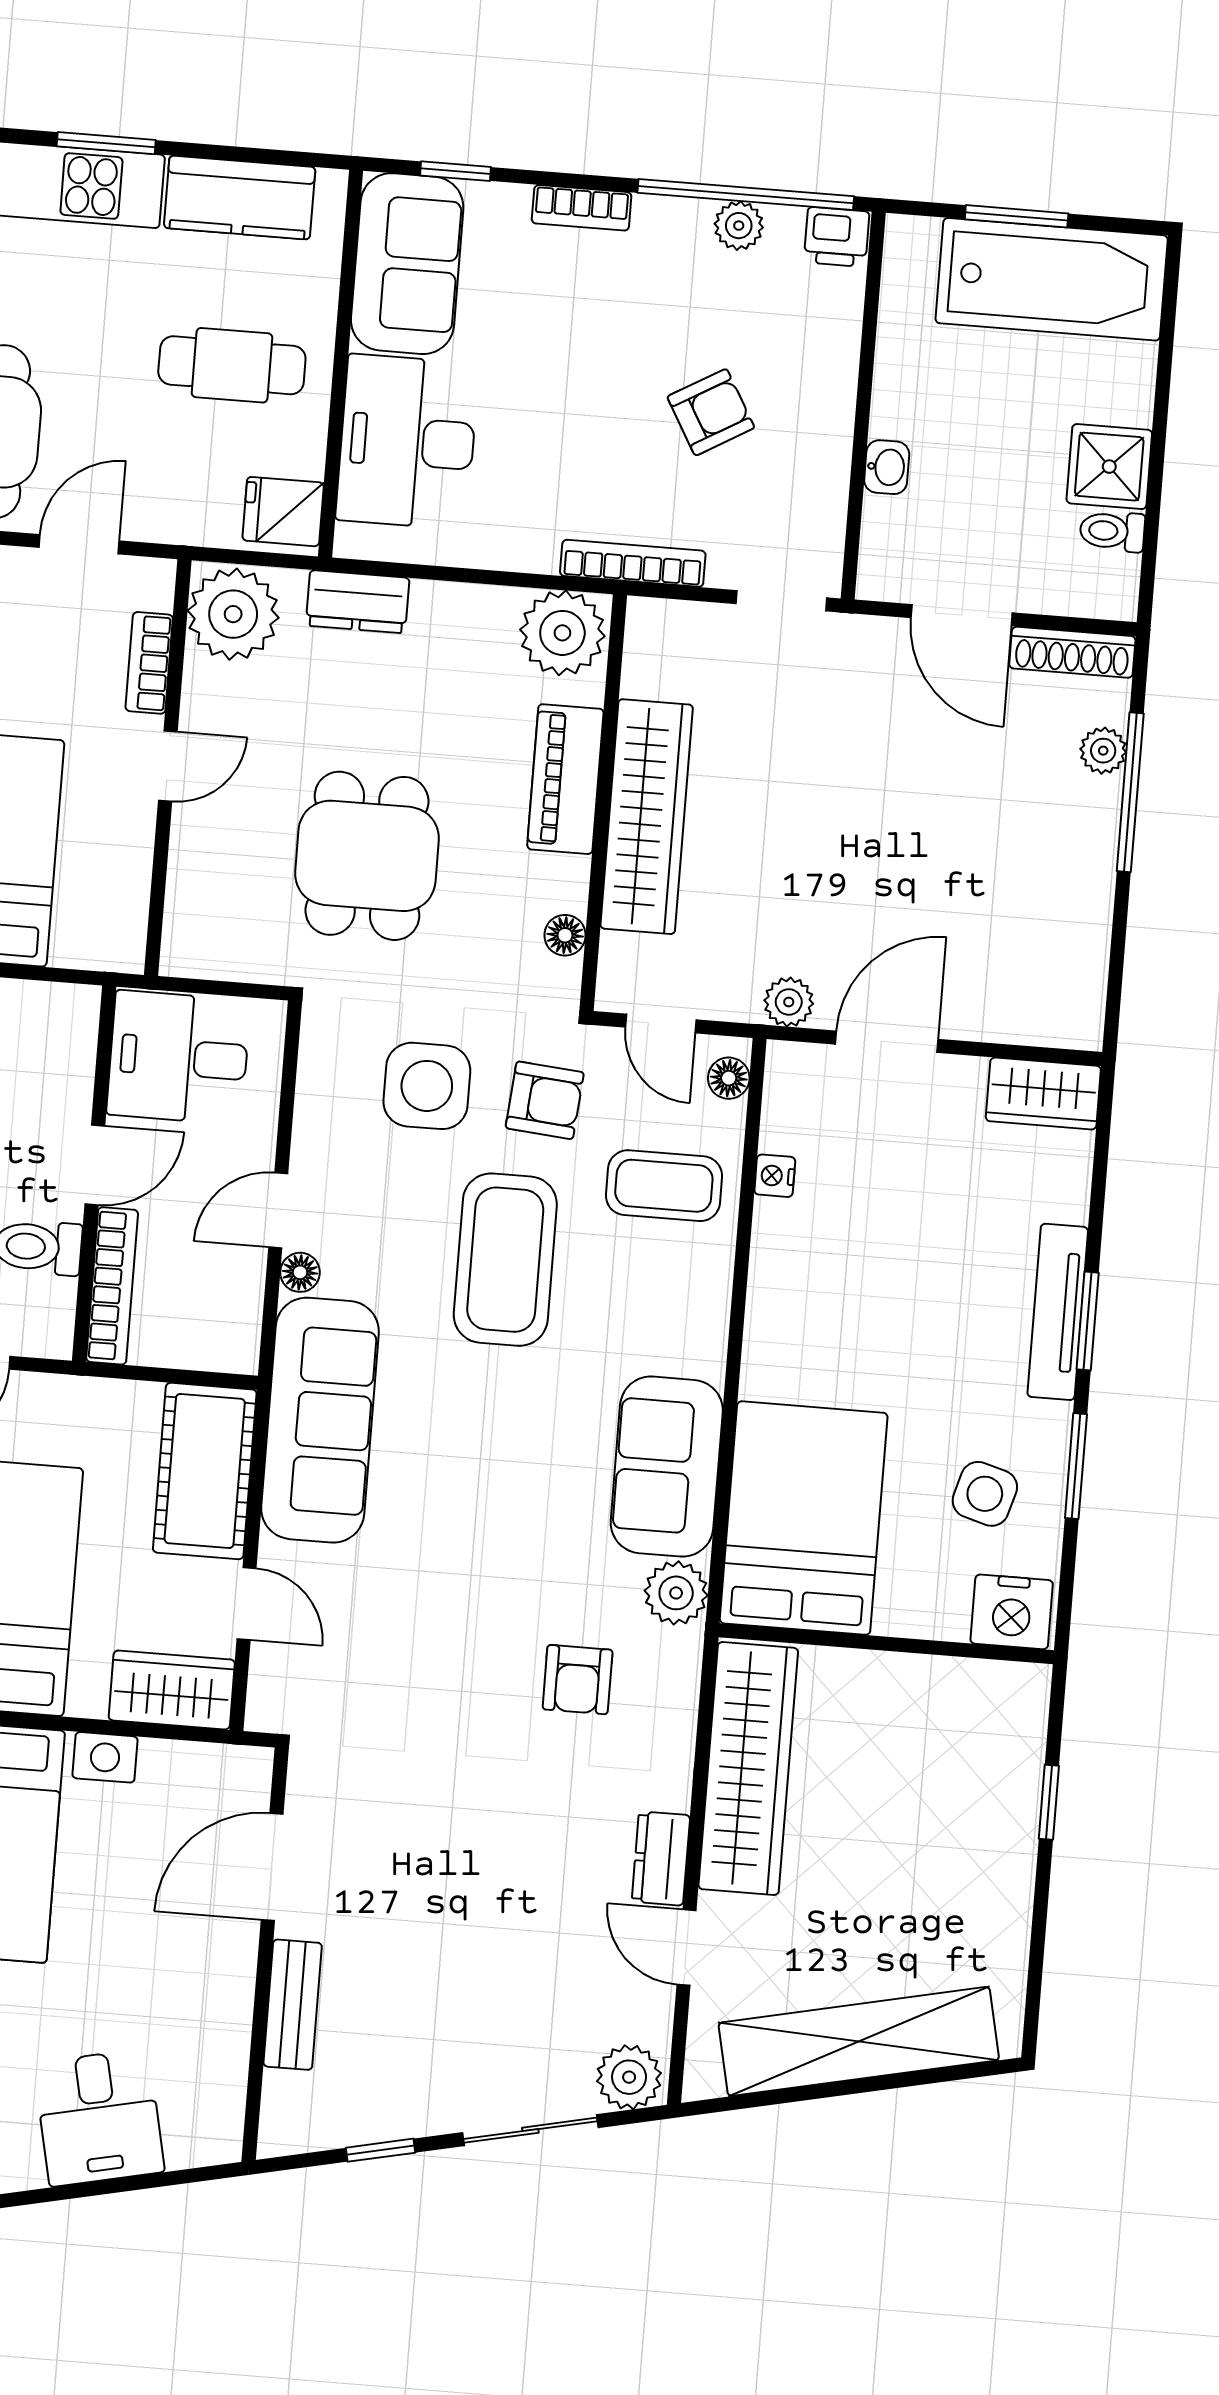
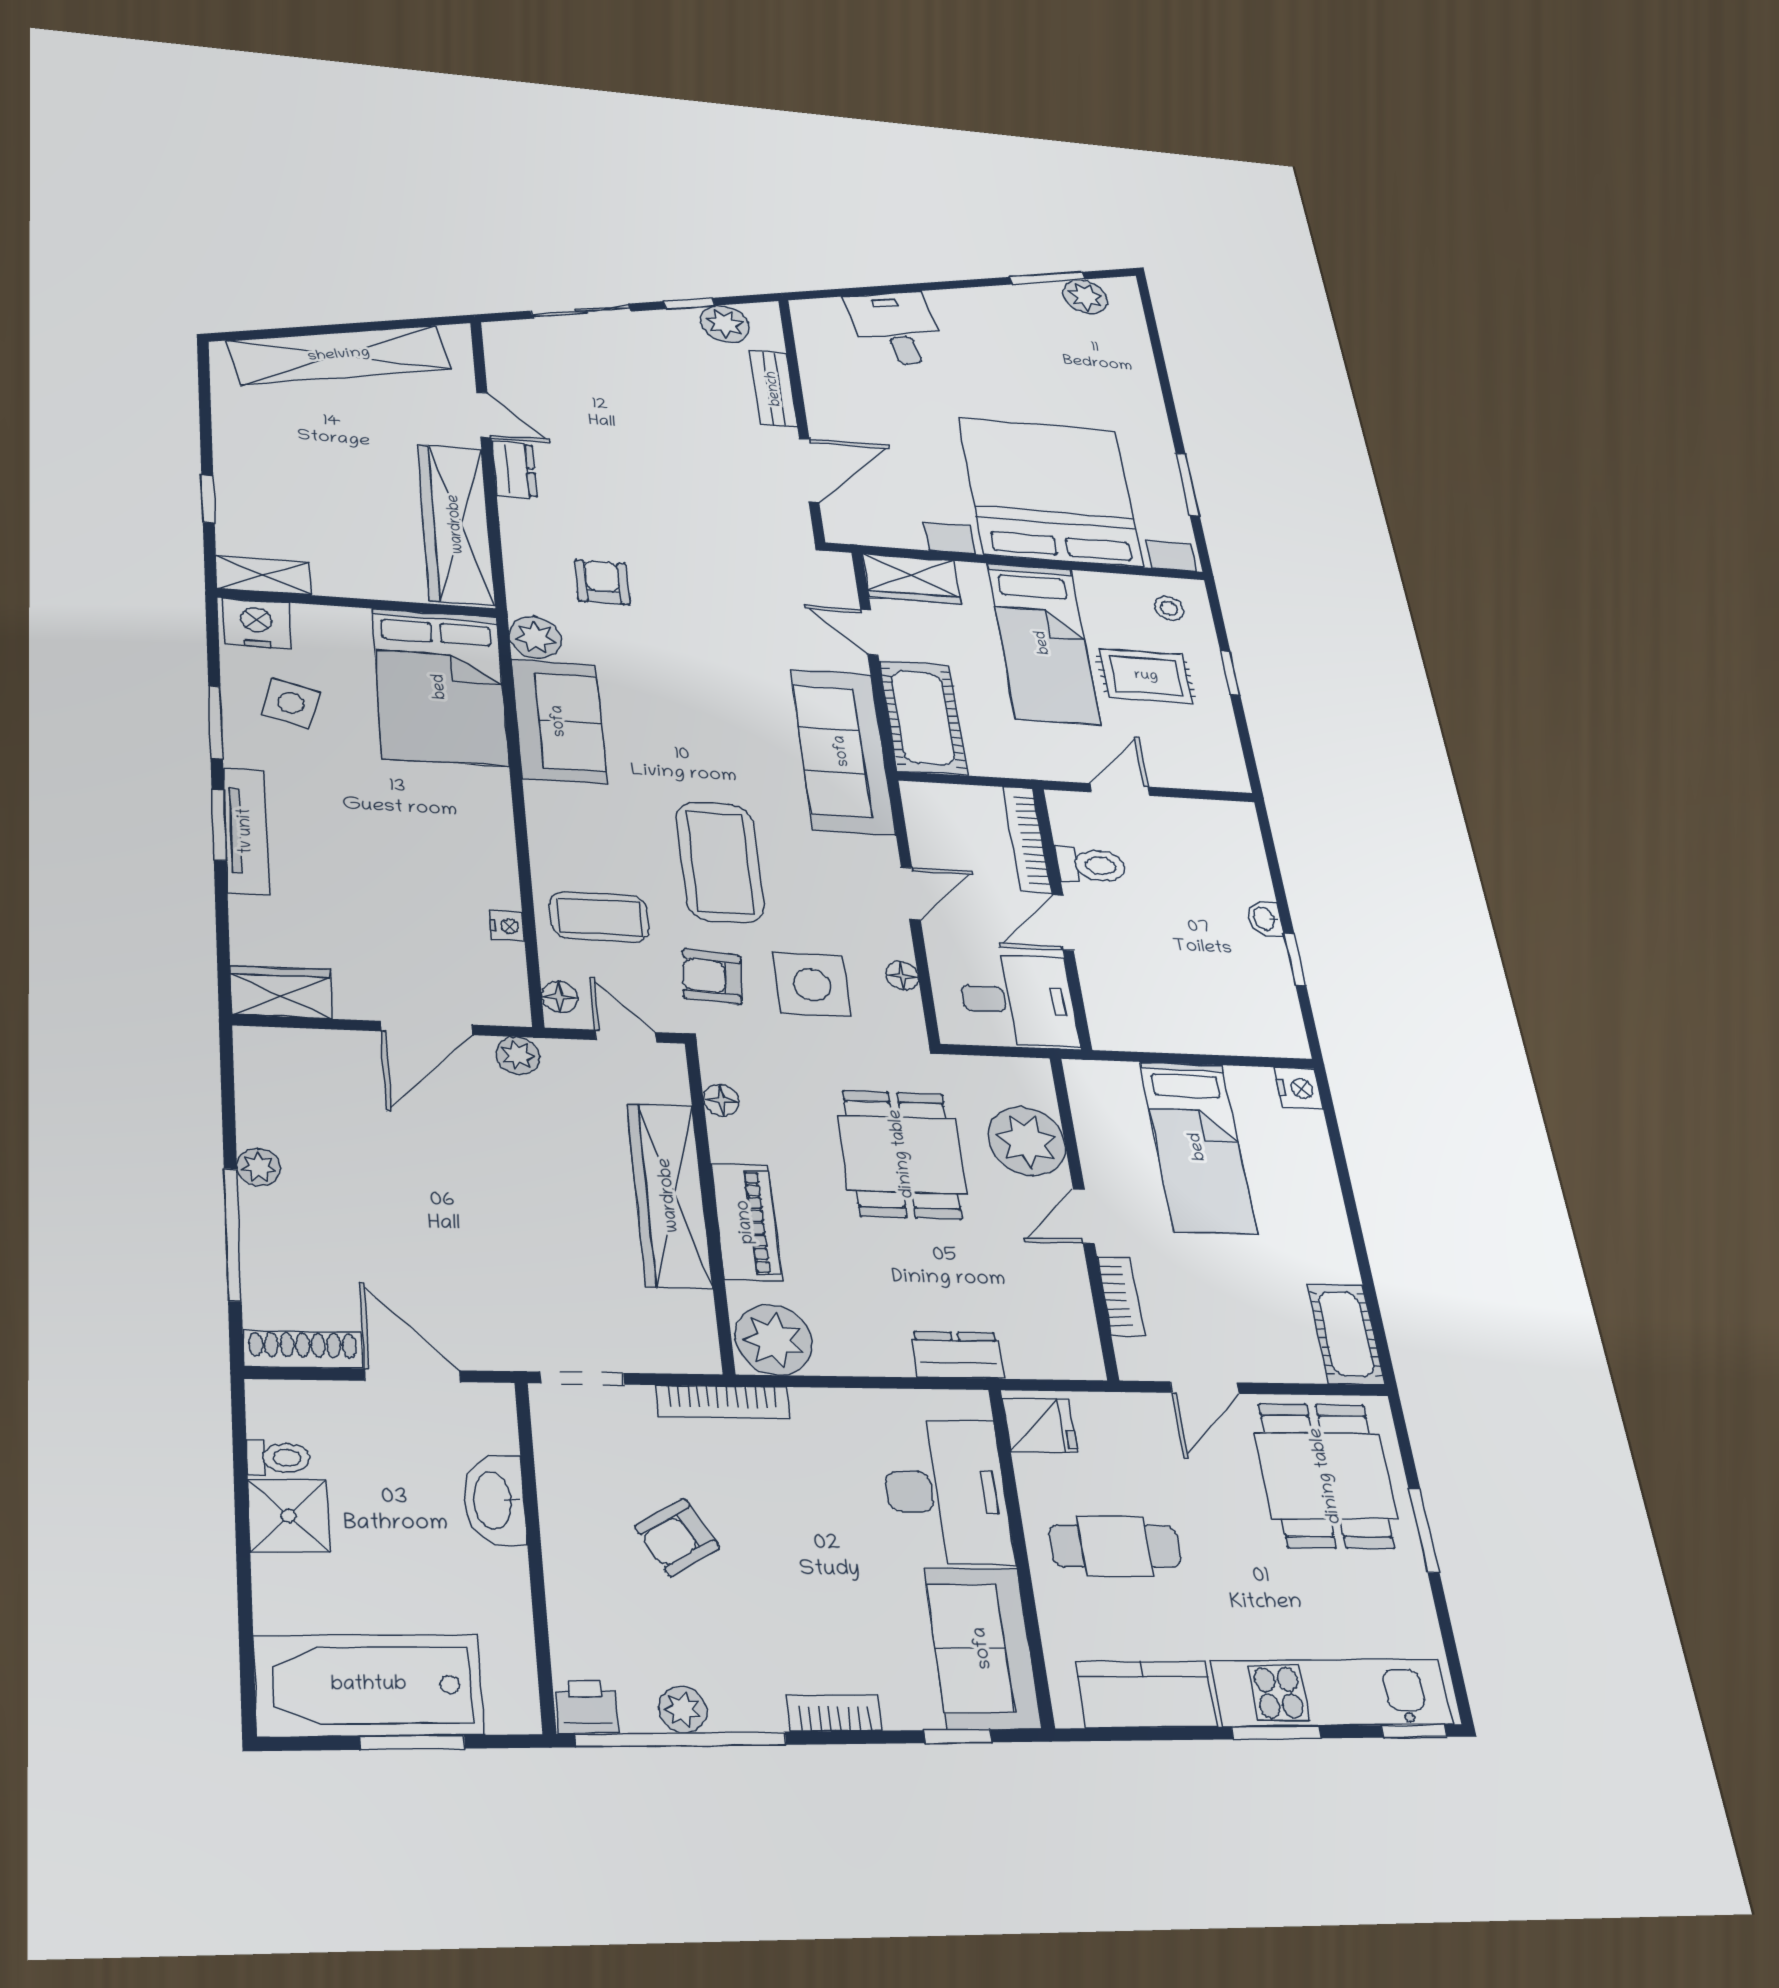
washbasin: (887, 467) -> (494, 1500), width x1.91, depth x1.45
plant: (233, 614) -> (1027, 1141), moved
plant: (1103, 751) -> (259, 1167), moved
floor lamp: (300, 1272) -> (902, 976), moved
shelving: (995, 1685) -> (263, 575), added
plant: (629, 2077) -> (725, 324), moved

